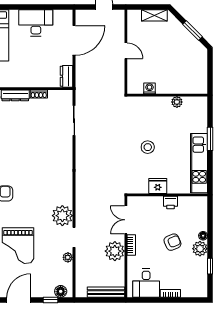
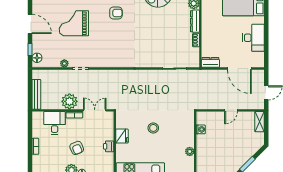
shelving: (154, 15) -> (260, 122), moved
plant: (62, 216) -> (98, 59), removed
desk: (146, 283) -> (55, 123), moved, turned 90

